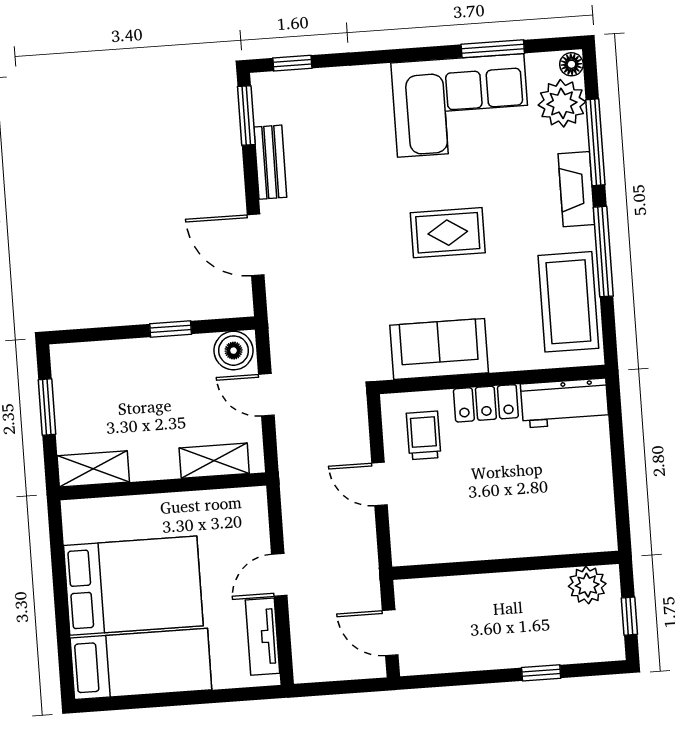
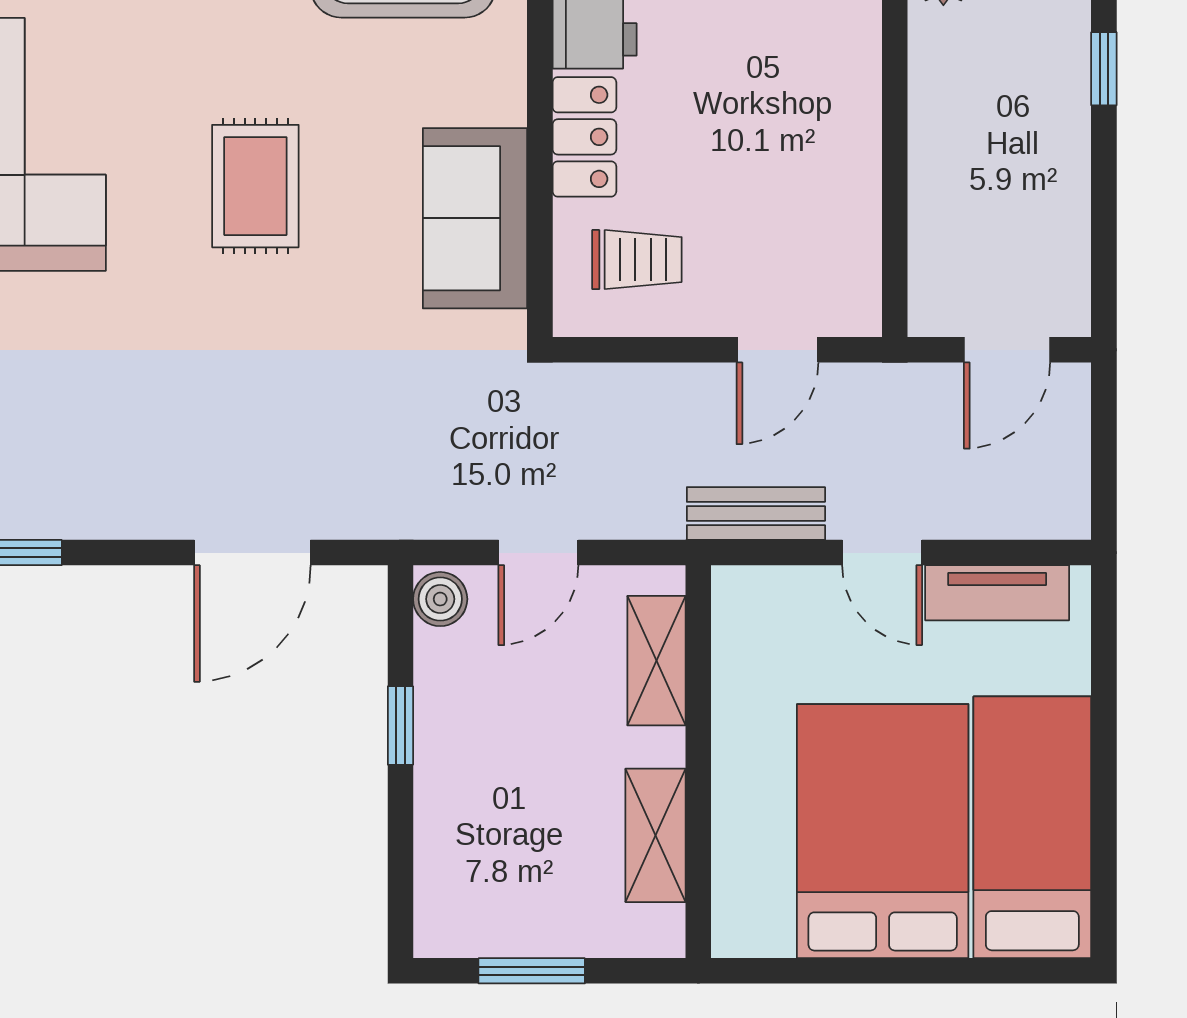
bench: (270, 162) -> (756, 513), moved
boiler: (234, 351) -> (440, 599), width x0.73, depth x0.73
trolley: (424, 435) -> (637, 260), turned 180
shelving: (93, 469) -> (656, 835), moved
door: (380, 484) -> (777, 350), moved

